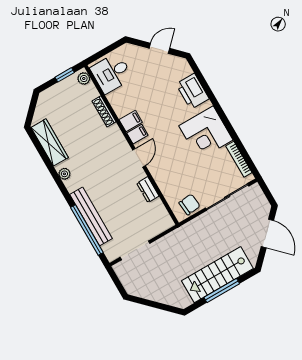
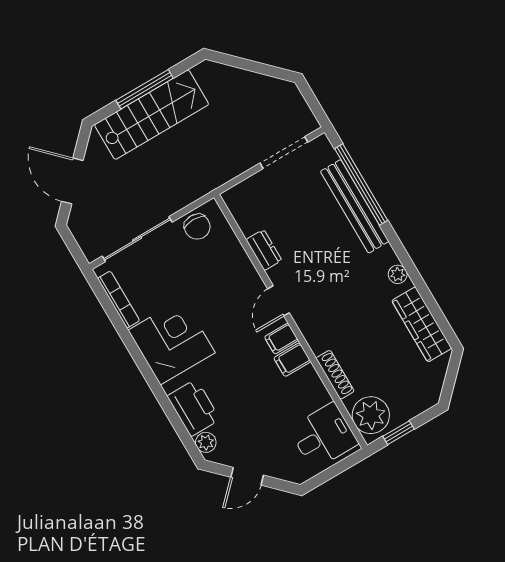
plant: (185, 70) -> (206, 442), added
plant: (84, 79) -> (371, 415), width x1.88, depth x1.88
chair: (189, 204) -> (197, 227), turned -84

